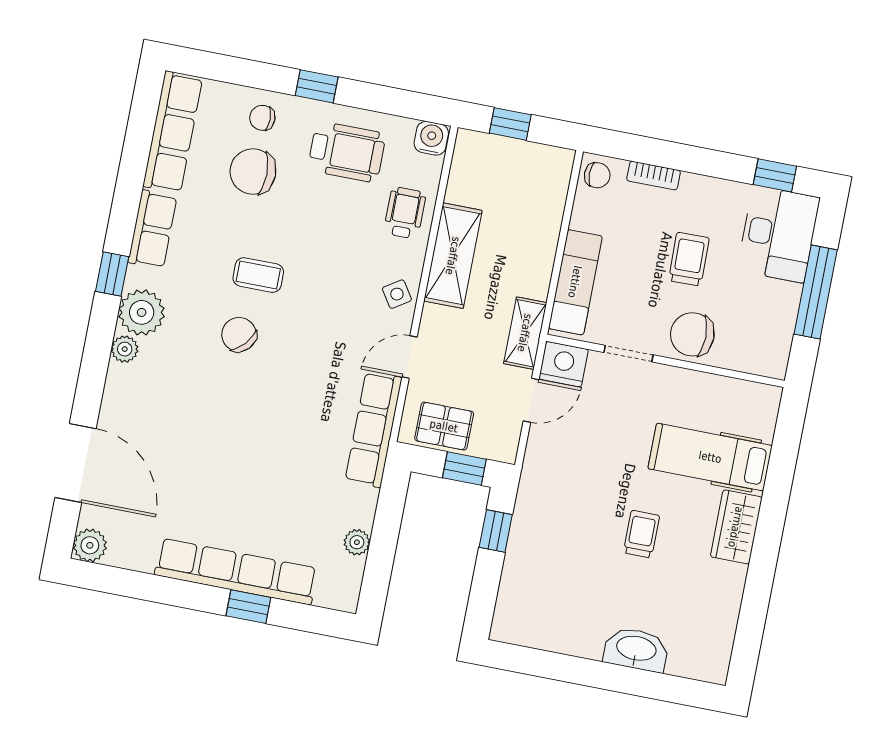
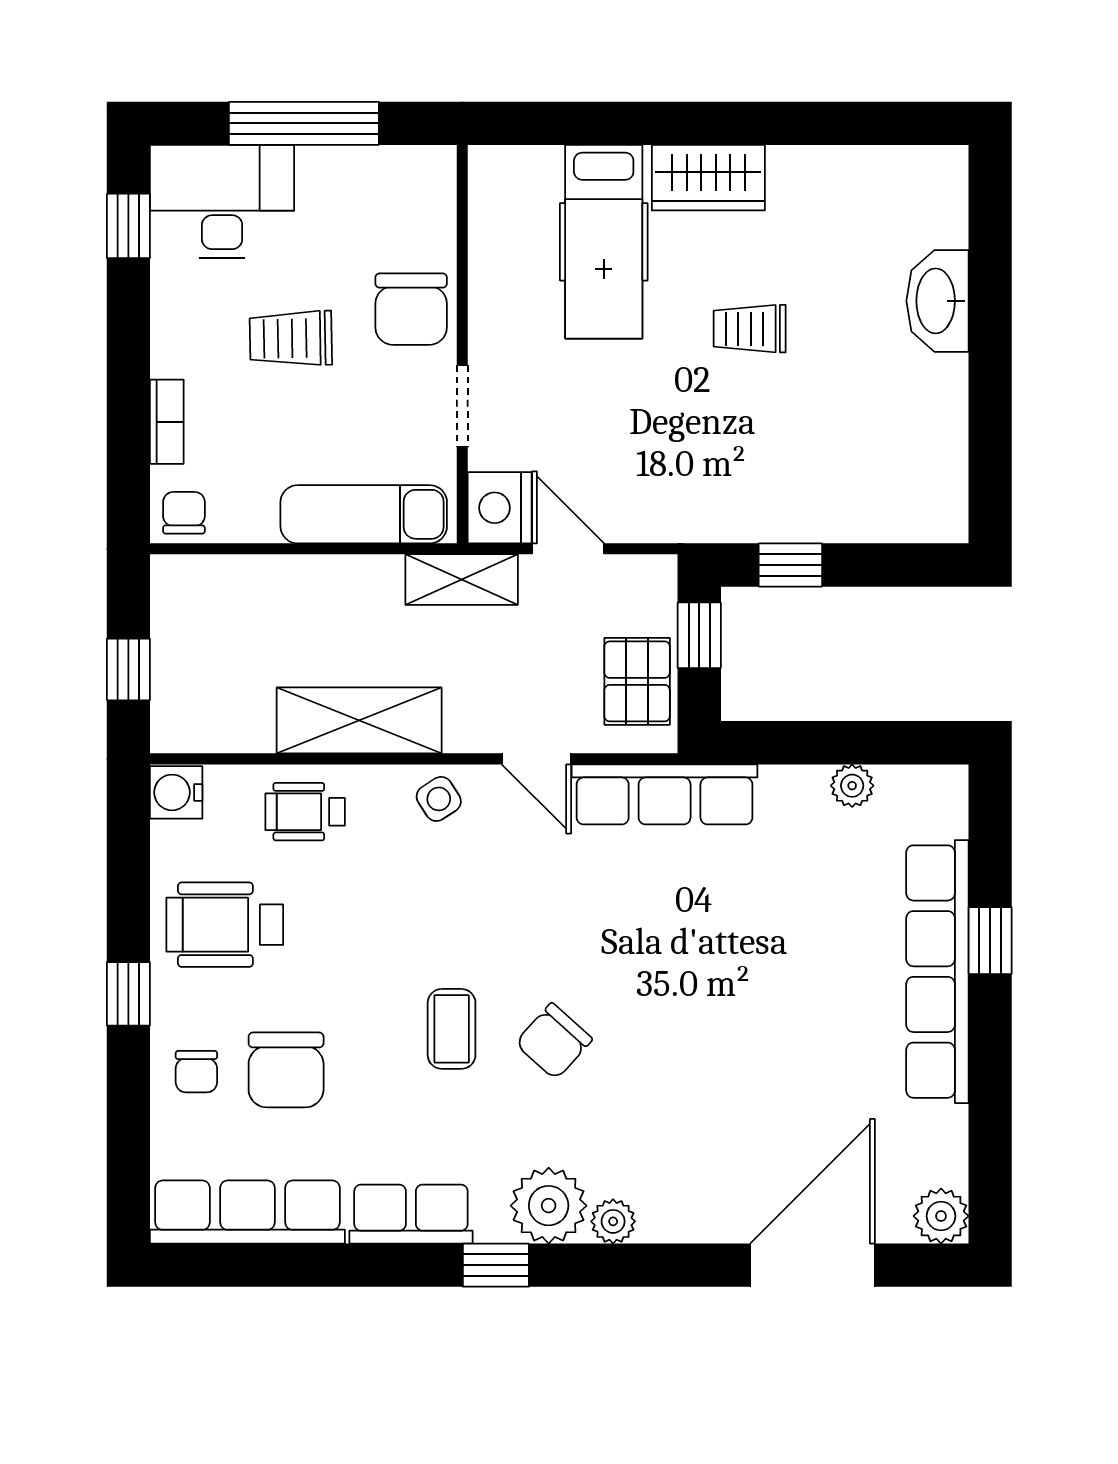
wheelchair: (347, 152) -> (225, 925), turned -90

